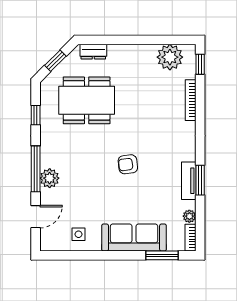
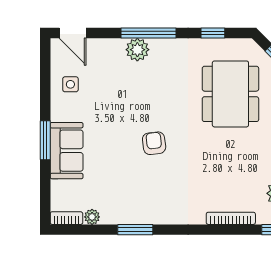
tv unit: (189, 181) -> (134, 216), removed
door: (36, 217) -> (73, 33), moved
sofa: (134, 238) -> (67, 151), width x0.73
window: (162, 255) -> (45, 140), moved

